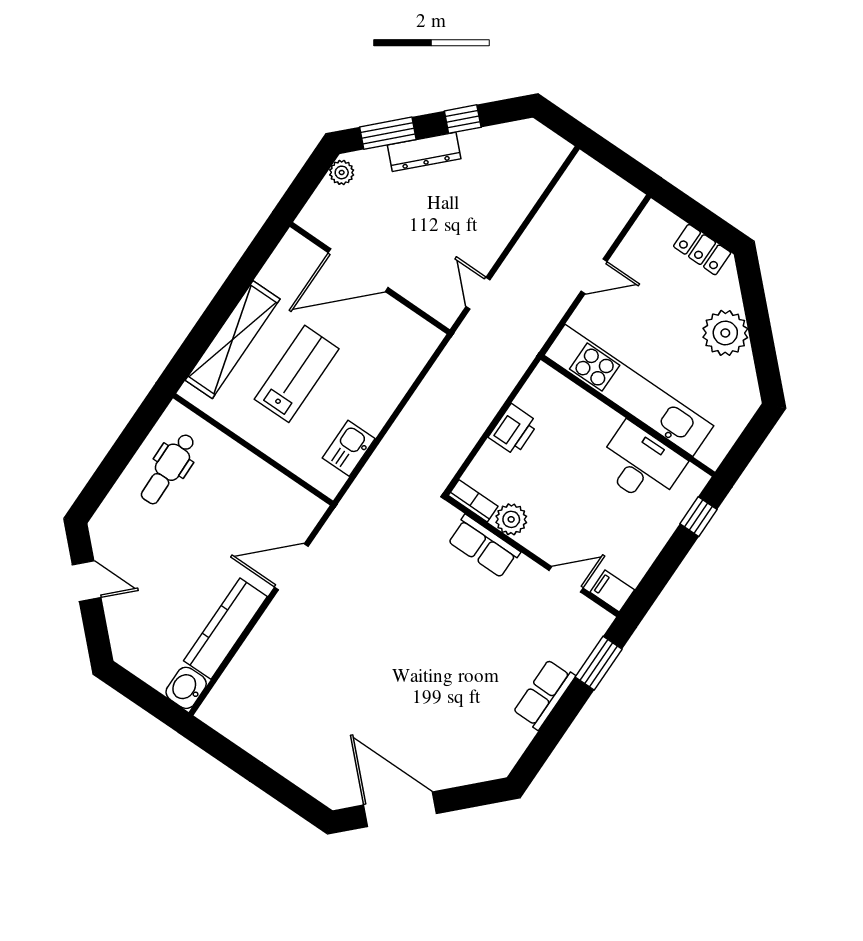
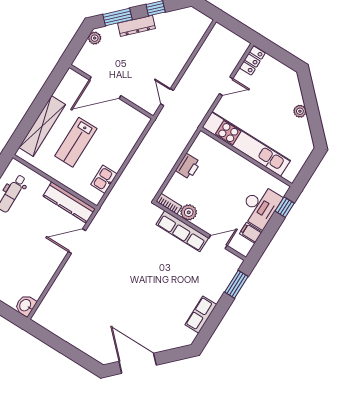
locker: (702, 250) -> (252, 60), moved, turned -90
plant: (725, 333) -> (300, 111), width x0.53, depth x0.53
lab bench: (297, 374) -> (76, 142), turned 180
desk: (641, 464) -> (260, 206), moved, turned 90
row of seats: (484, 546) -> (182, 231), width x1.48
filing cabinet: (612, 591) -> (251, 233), moved
kitchen counter: (225, 629) -> (69, 203), moved, turned -90
row of seats: (544, 694) -> (201, 315), moved

